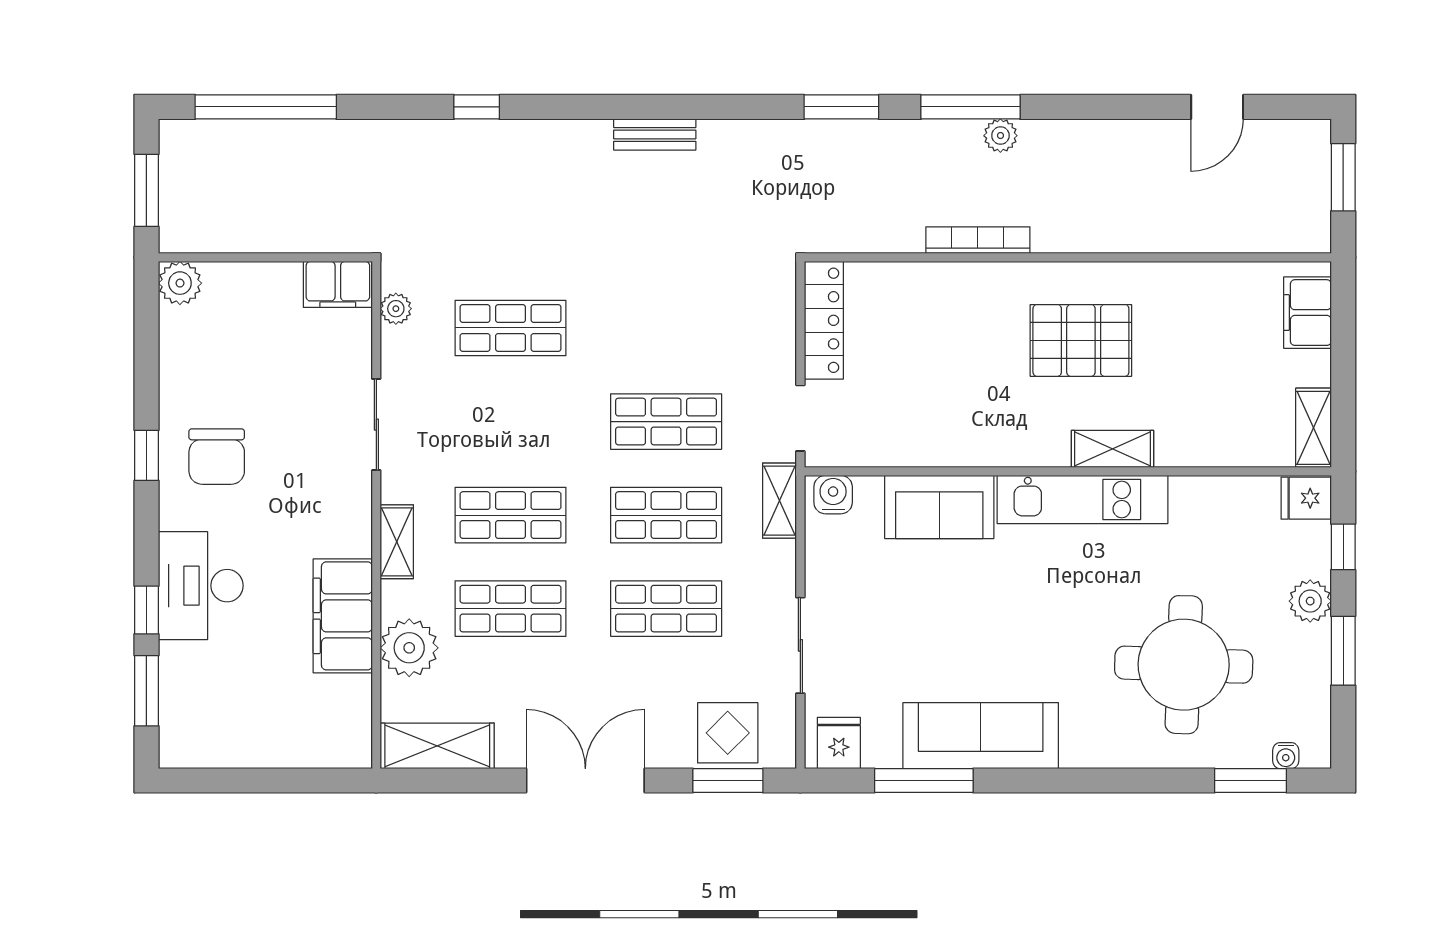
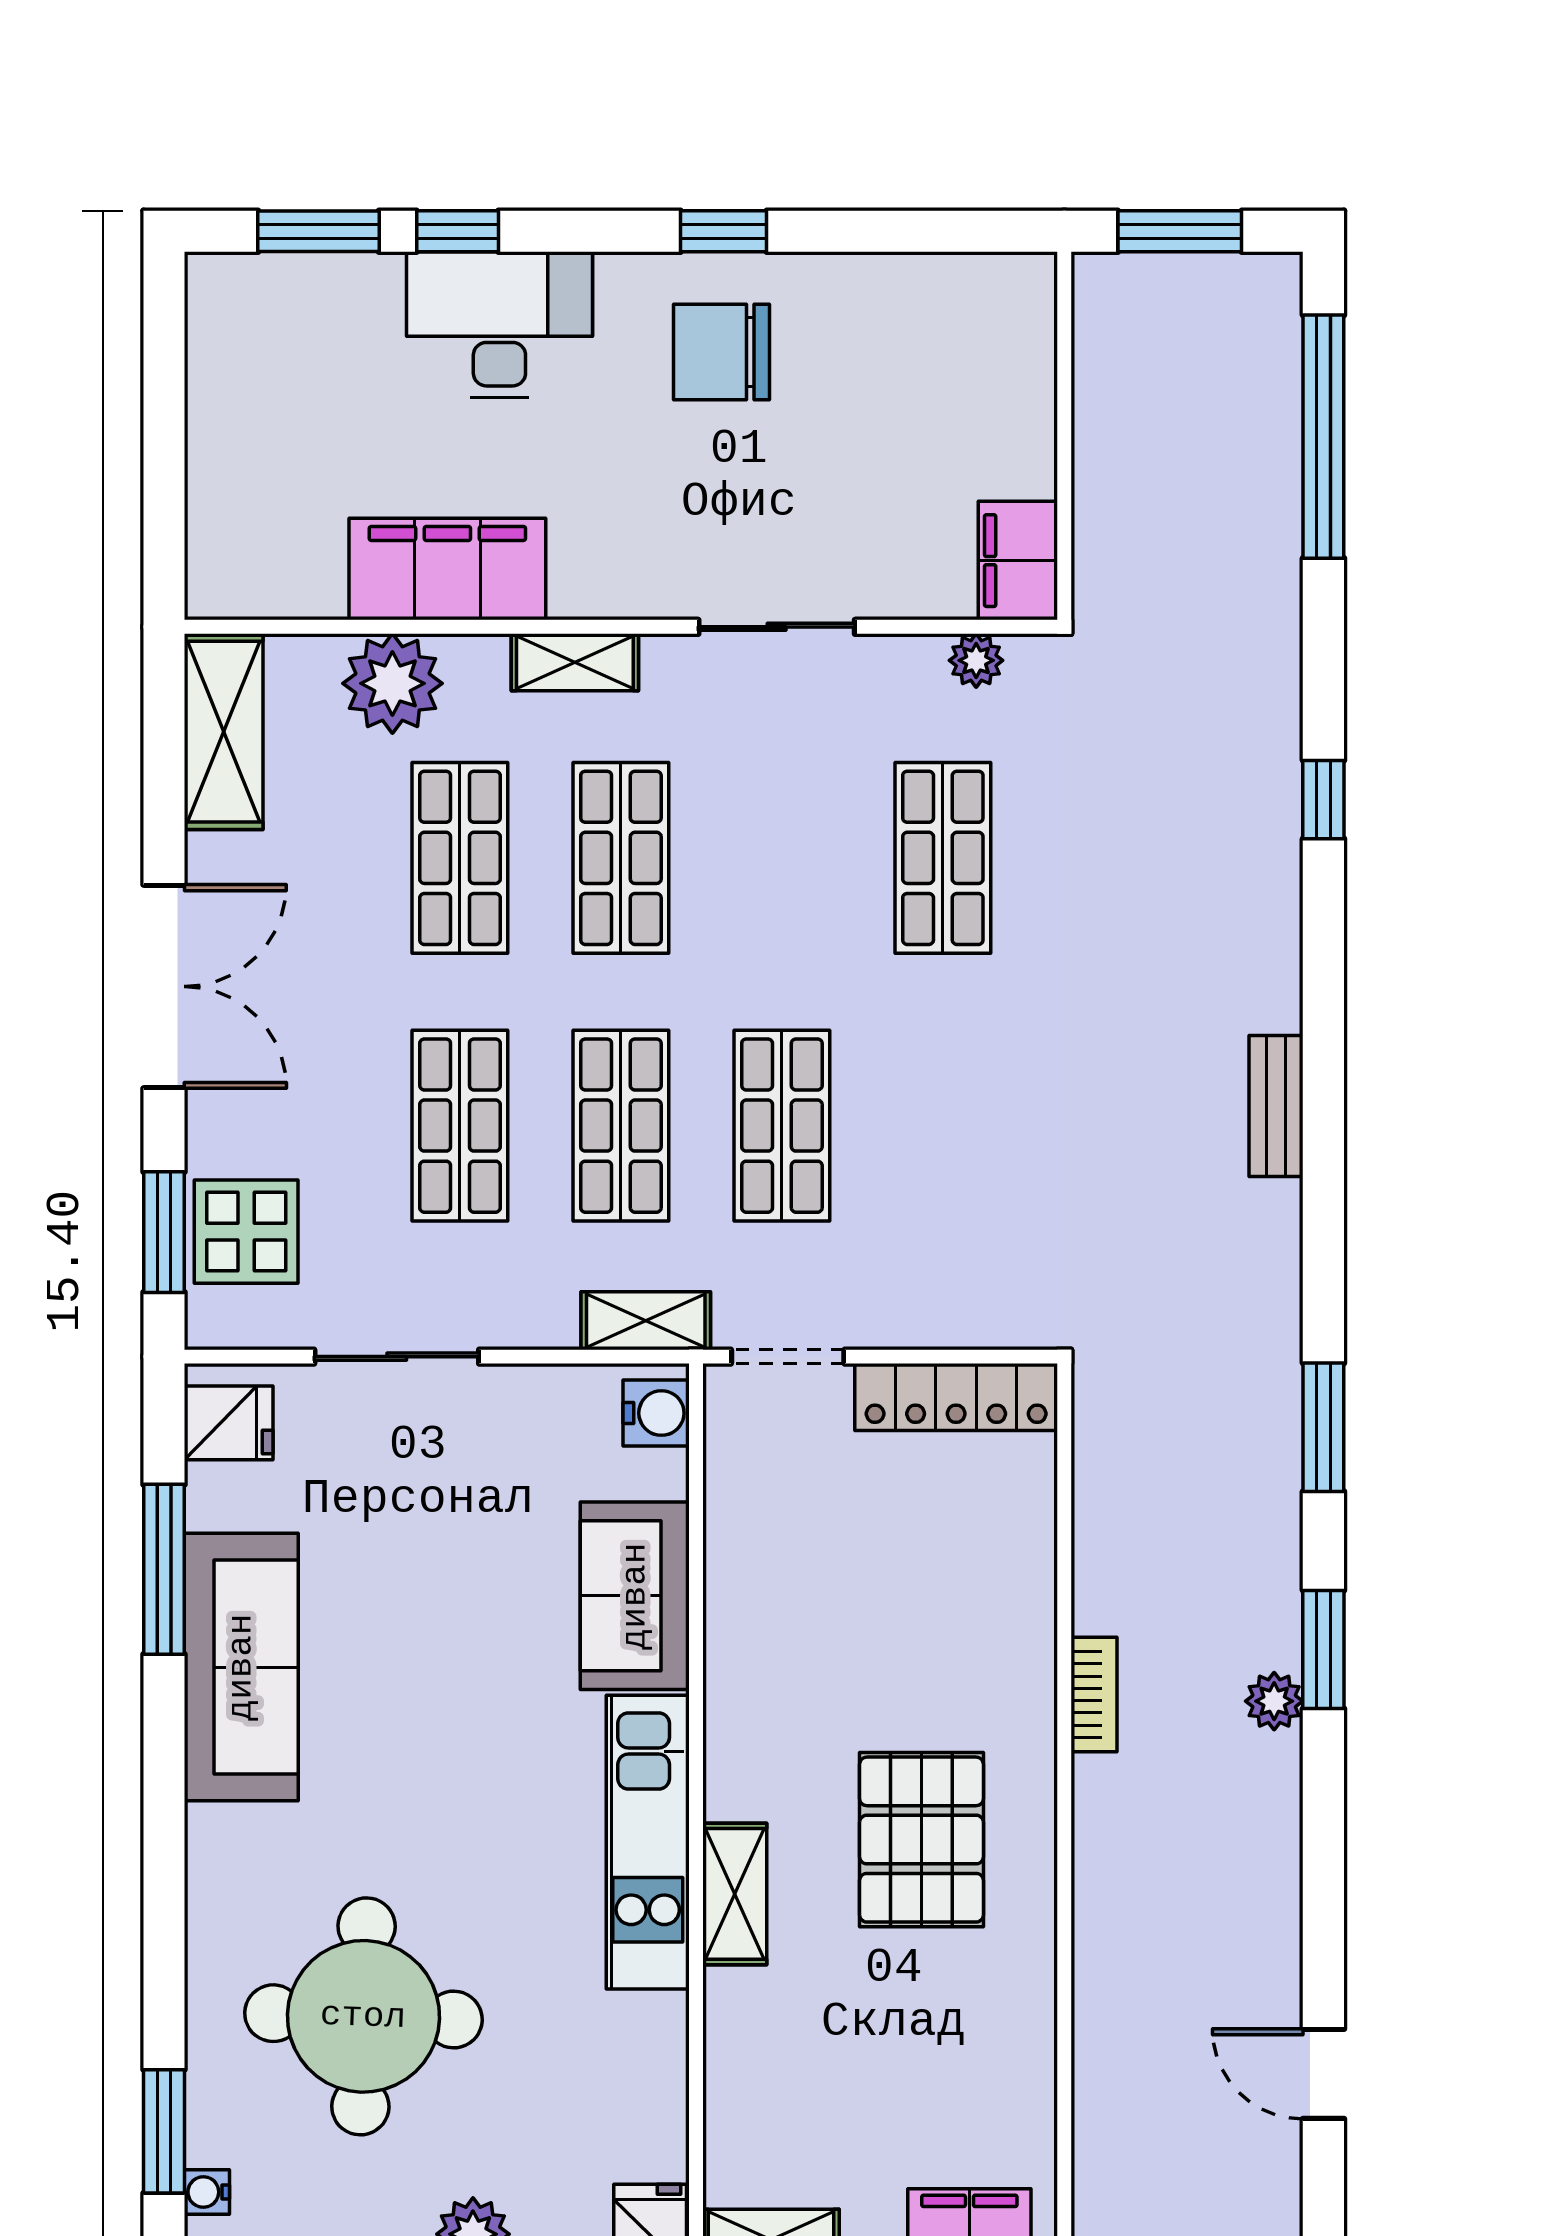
window: (971, 107) -> (1323, 1650), width x0.69
bookcase: (978, 240) -> (1094, 1694), width x0.64
plant: (180, 283) -> (1020, 289), removed

